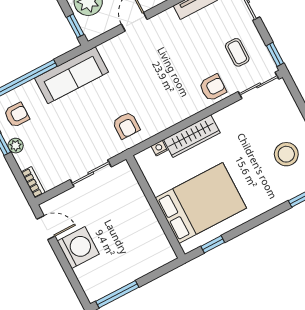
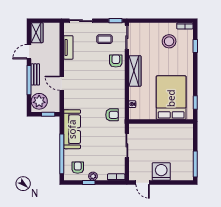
wardrobe: (192, 136) -> (135, 71), moved
door: (46, 228) -> (143, 183), swing flipped

